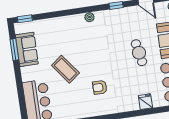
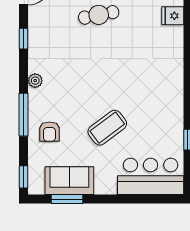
window: (66, 13) -> (24, 115), added
armchair: (100, 87) -> (49, 132), moved

